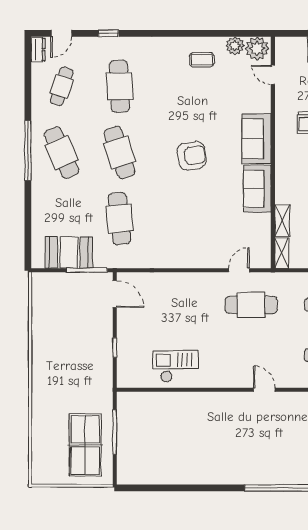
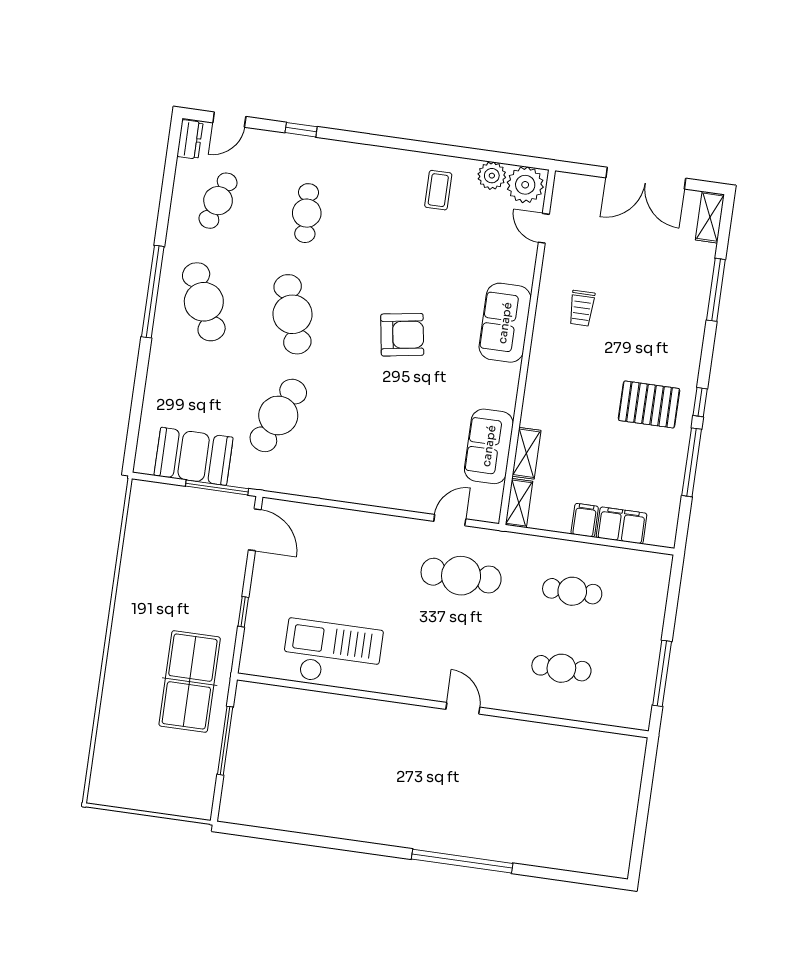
coffee table: (202, 60) -> (438, 190), turned 90
cafe table: (119, 86) -> (307, 213), width x0.73, depth x0.74
sofa: (257, 189) -> (489, 446), moved
cafe table: (119, 219) -> (278, 415), turned 30
checkout: (176, 366) -> (332, 653), width x1.36, depth x1.21
table tennis table: (85, 445) -> (190, 681), moved

